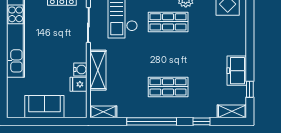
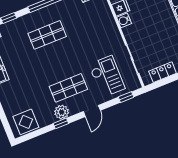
shelving: (98, 70) -> (110, 26), removed

